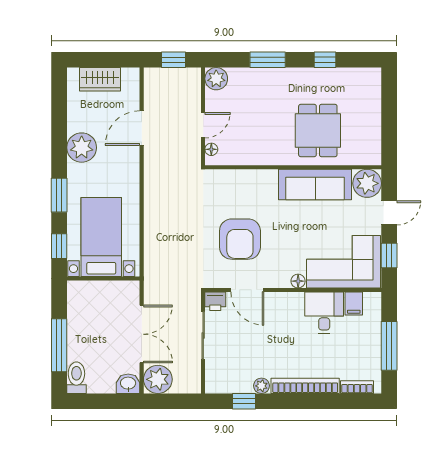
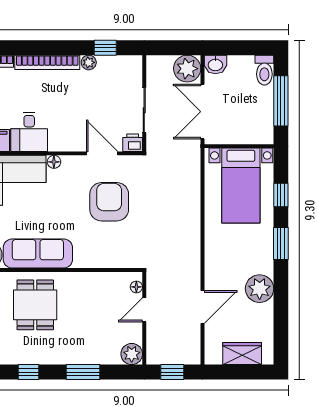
bed with nightstands: (101, 237) -> (241, 186), moved
wall: (103, 278) -> (239, 146), moved

